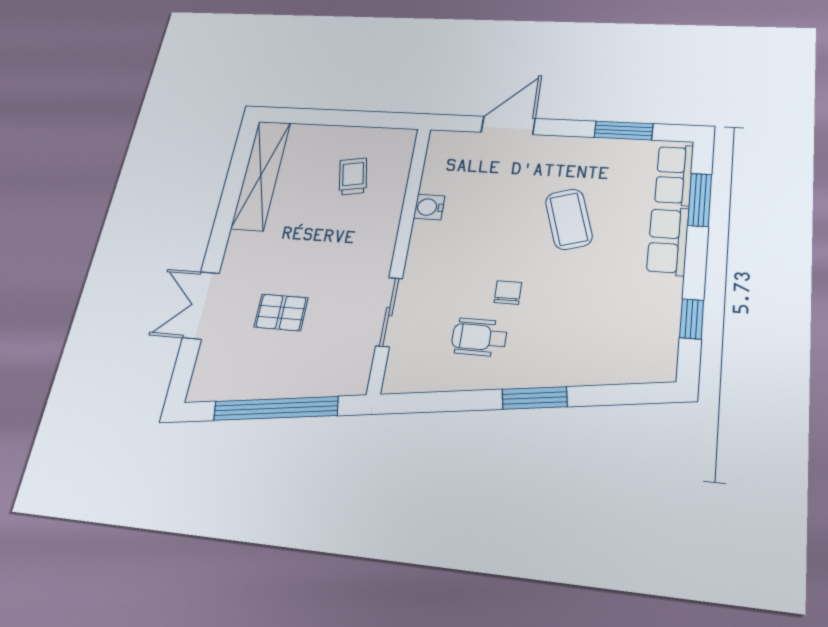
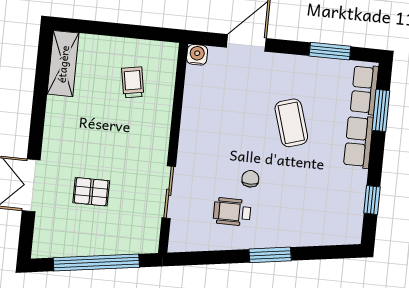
shelving: (261, 175) -> (63, 64), width x0.68
water cooler: (429, 207) -> (197, 55), moved, turned 90

